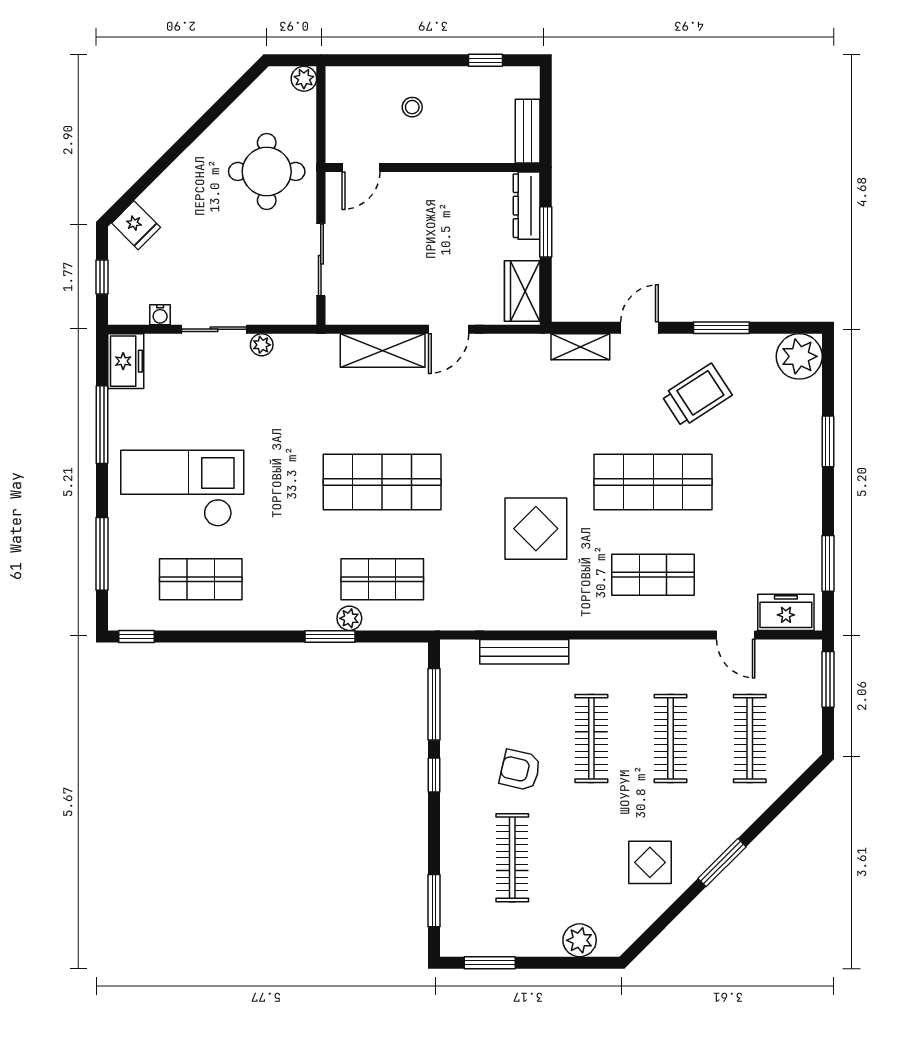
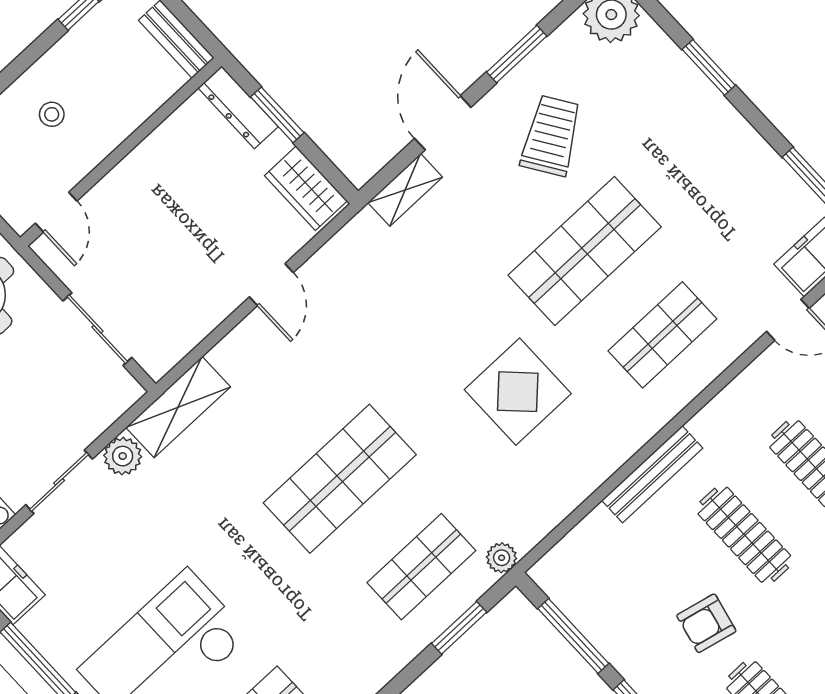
door: (640, 328) -> (443, 123), width x1.38
plant: (262, 345) -> (123, 456), width x1.38, depth x1.38
shelving: (383, 351) -> (178, 407), moved
plant: (349, 618) -> (502, 558), moved
window: (330, 636) -> (459, 628), moved
bench: (524, 652) -> (652, 474), moved

